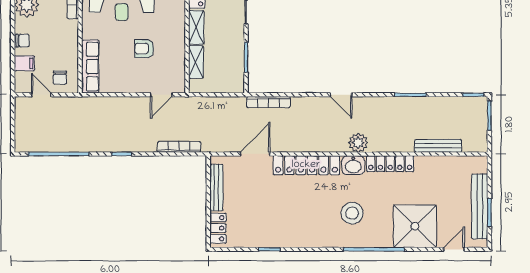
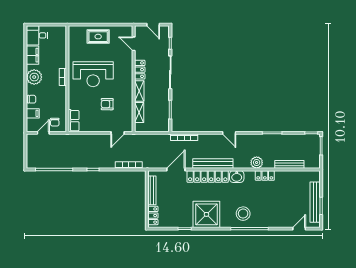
row of seats: (90, 67) -> (74, 121), width x0.68
door: (41, 95) -> (43, 133), hinge flipped
plant: (358, 143) -> (257, 163), moved
bench: (315, 144) -> (213, 164), added
locker: (390, 164) -> (265, 176), width x0.66
stool: (352, 213) -> (243, 214), moved
shower: (415, 226) -> (206, 214), moved

